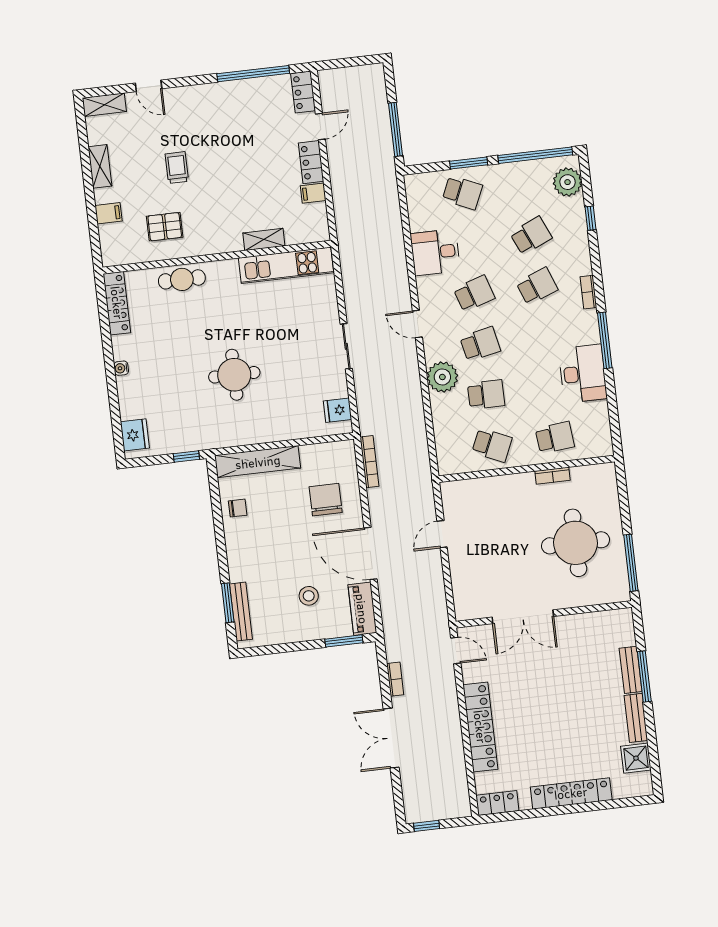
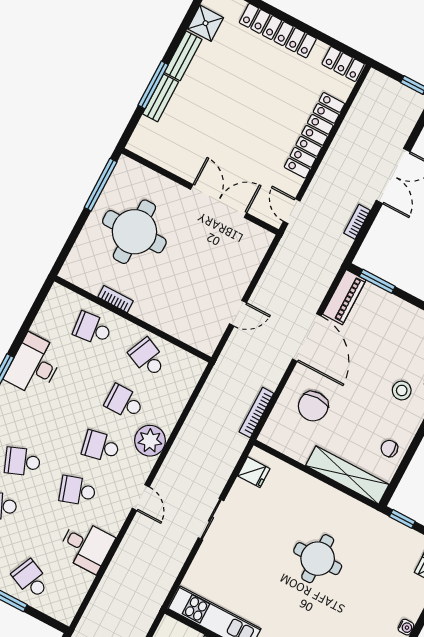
stool: (309, 596) -> (402, 390), moved

